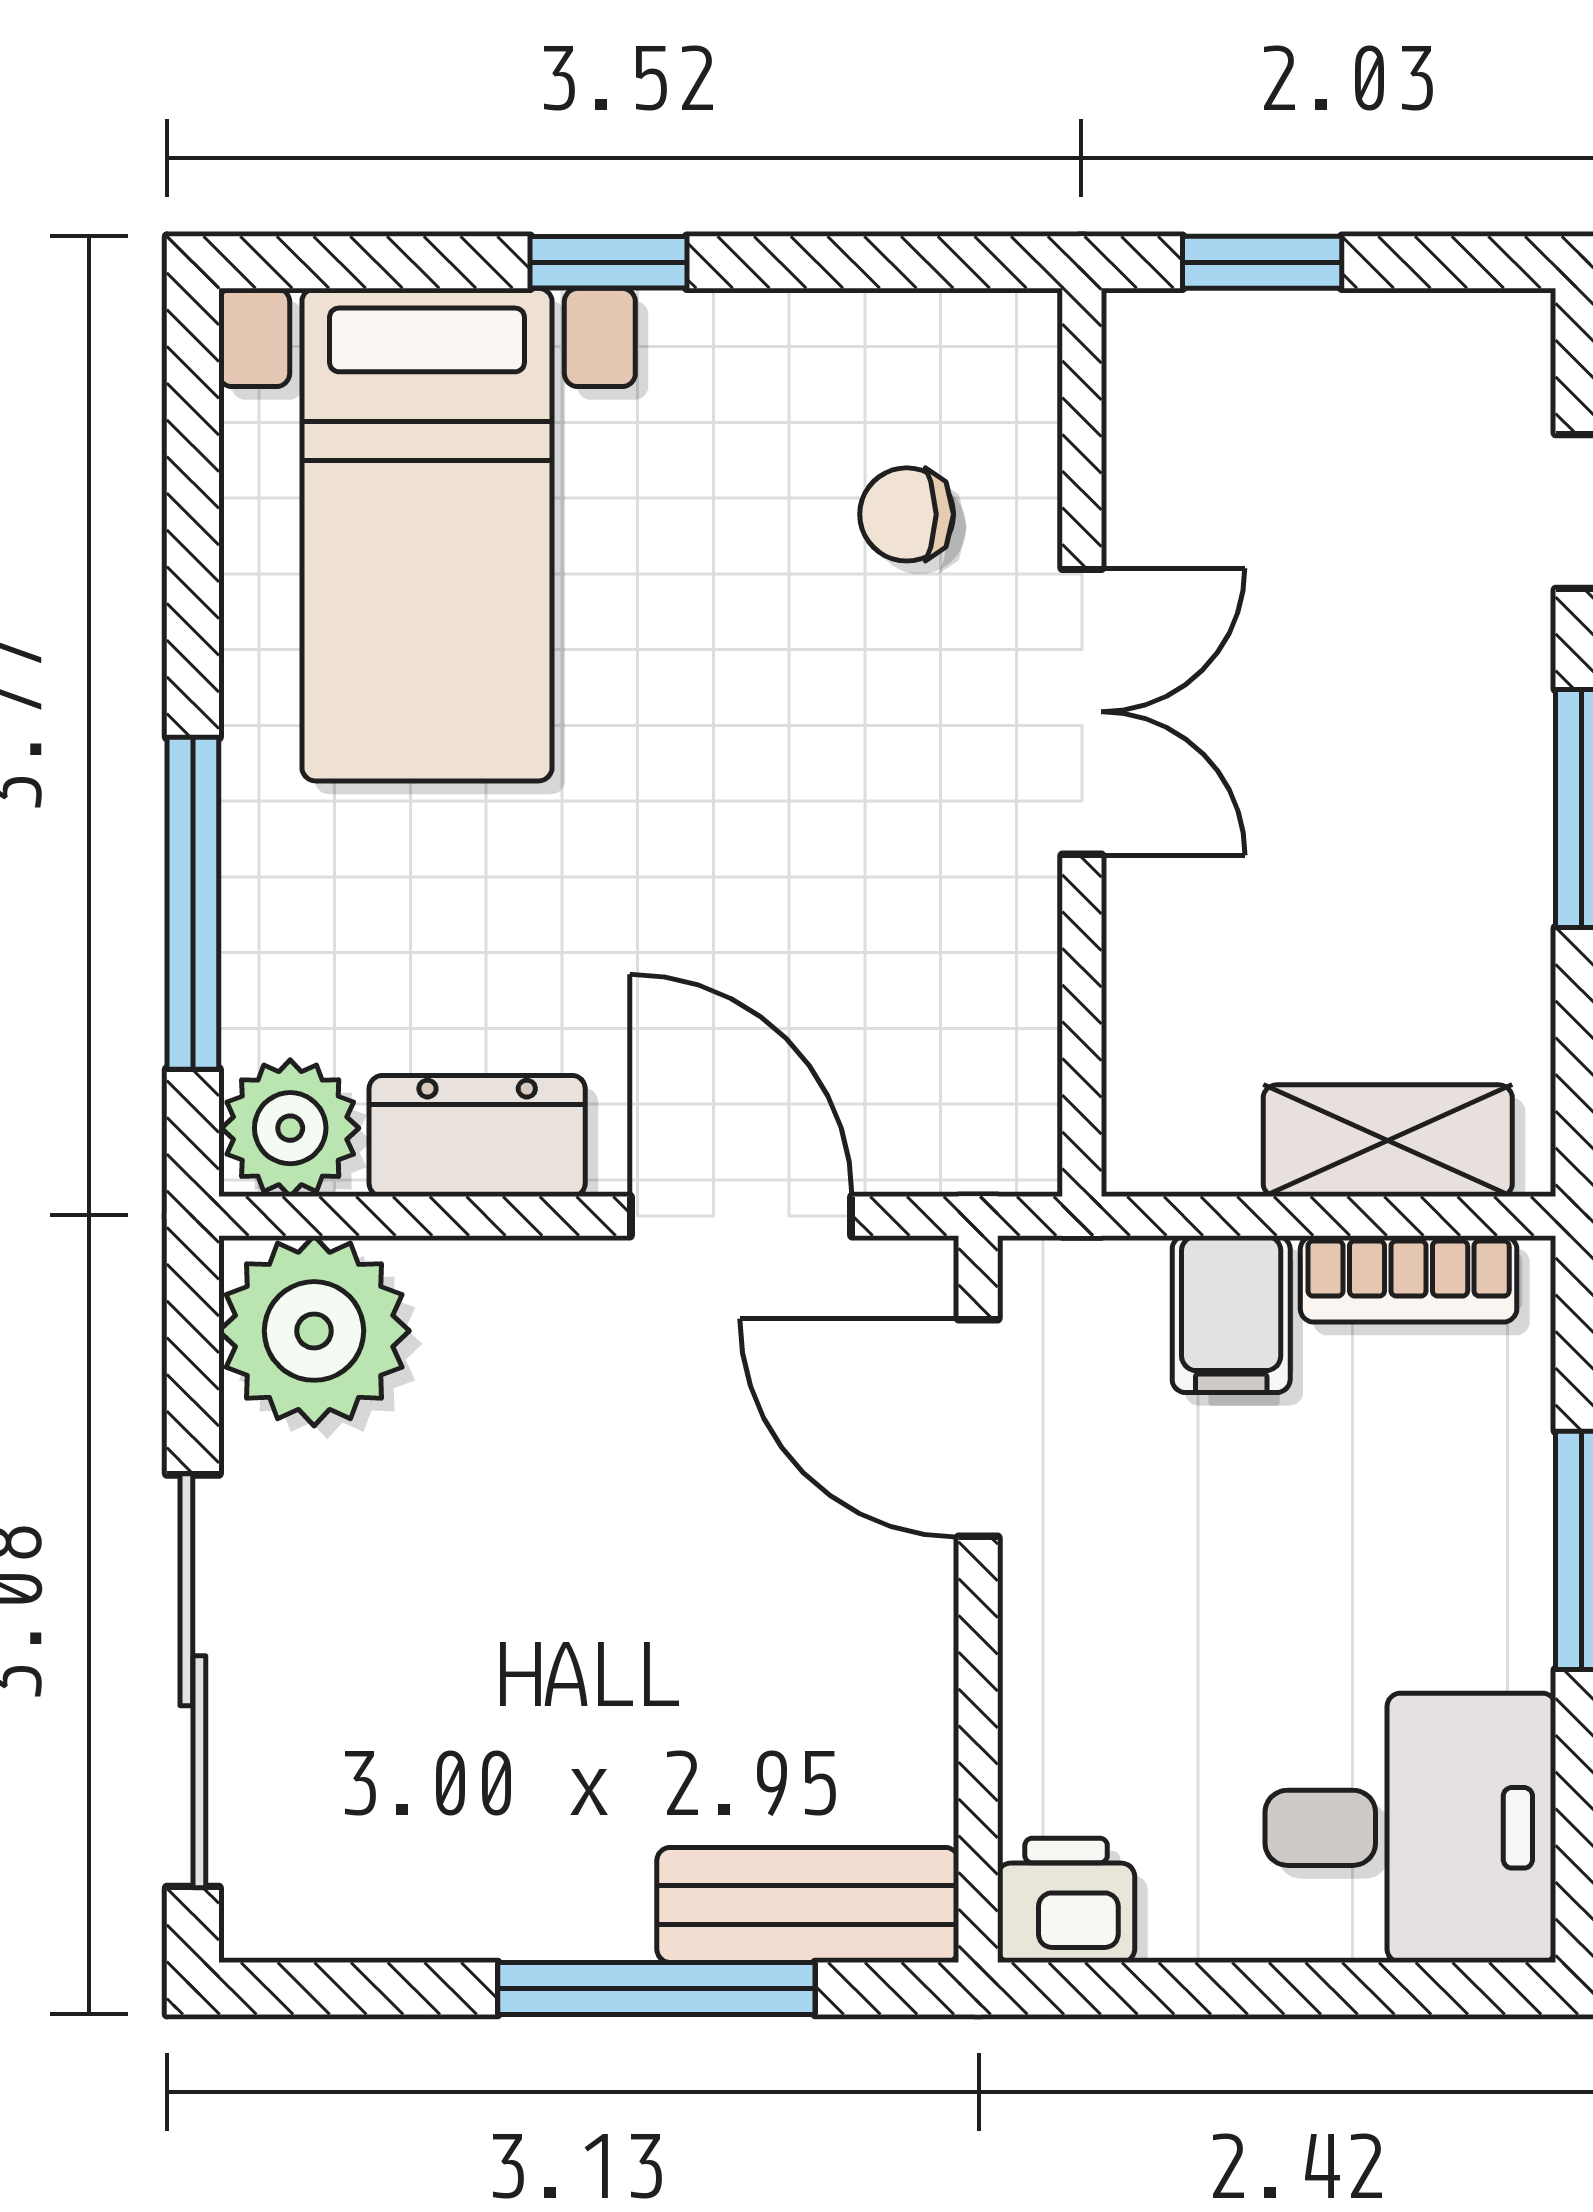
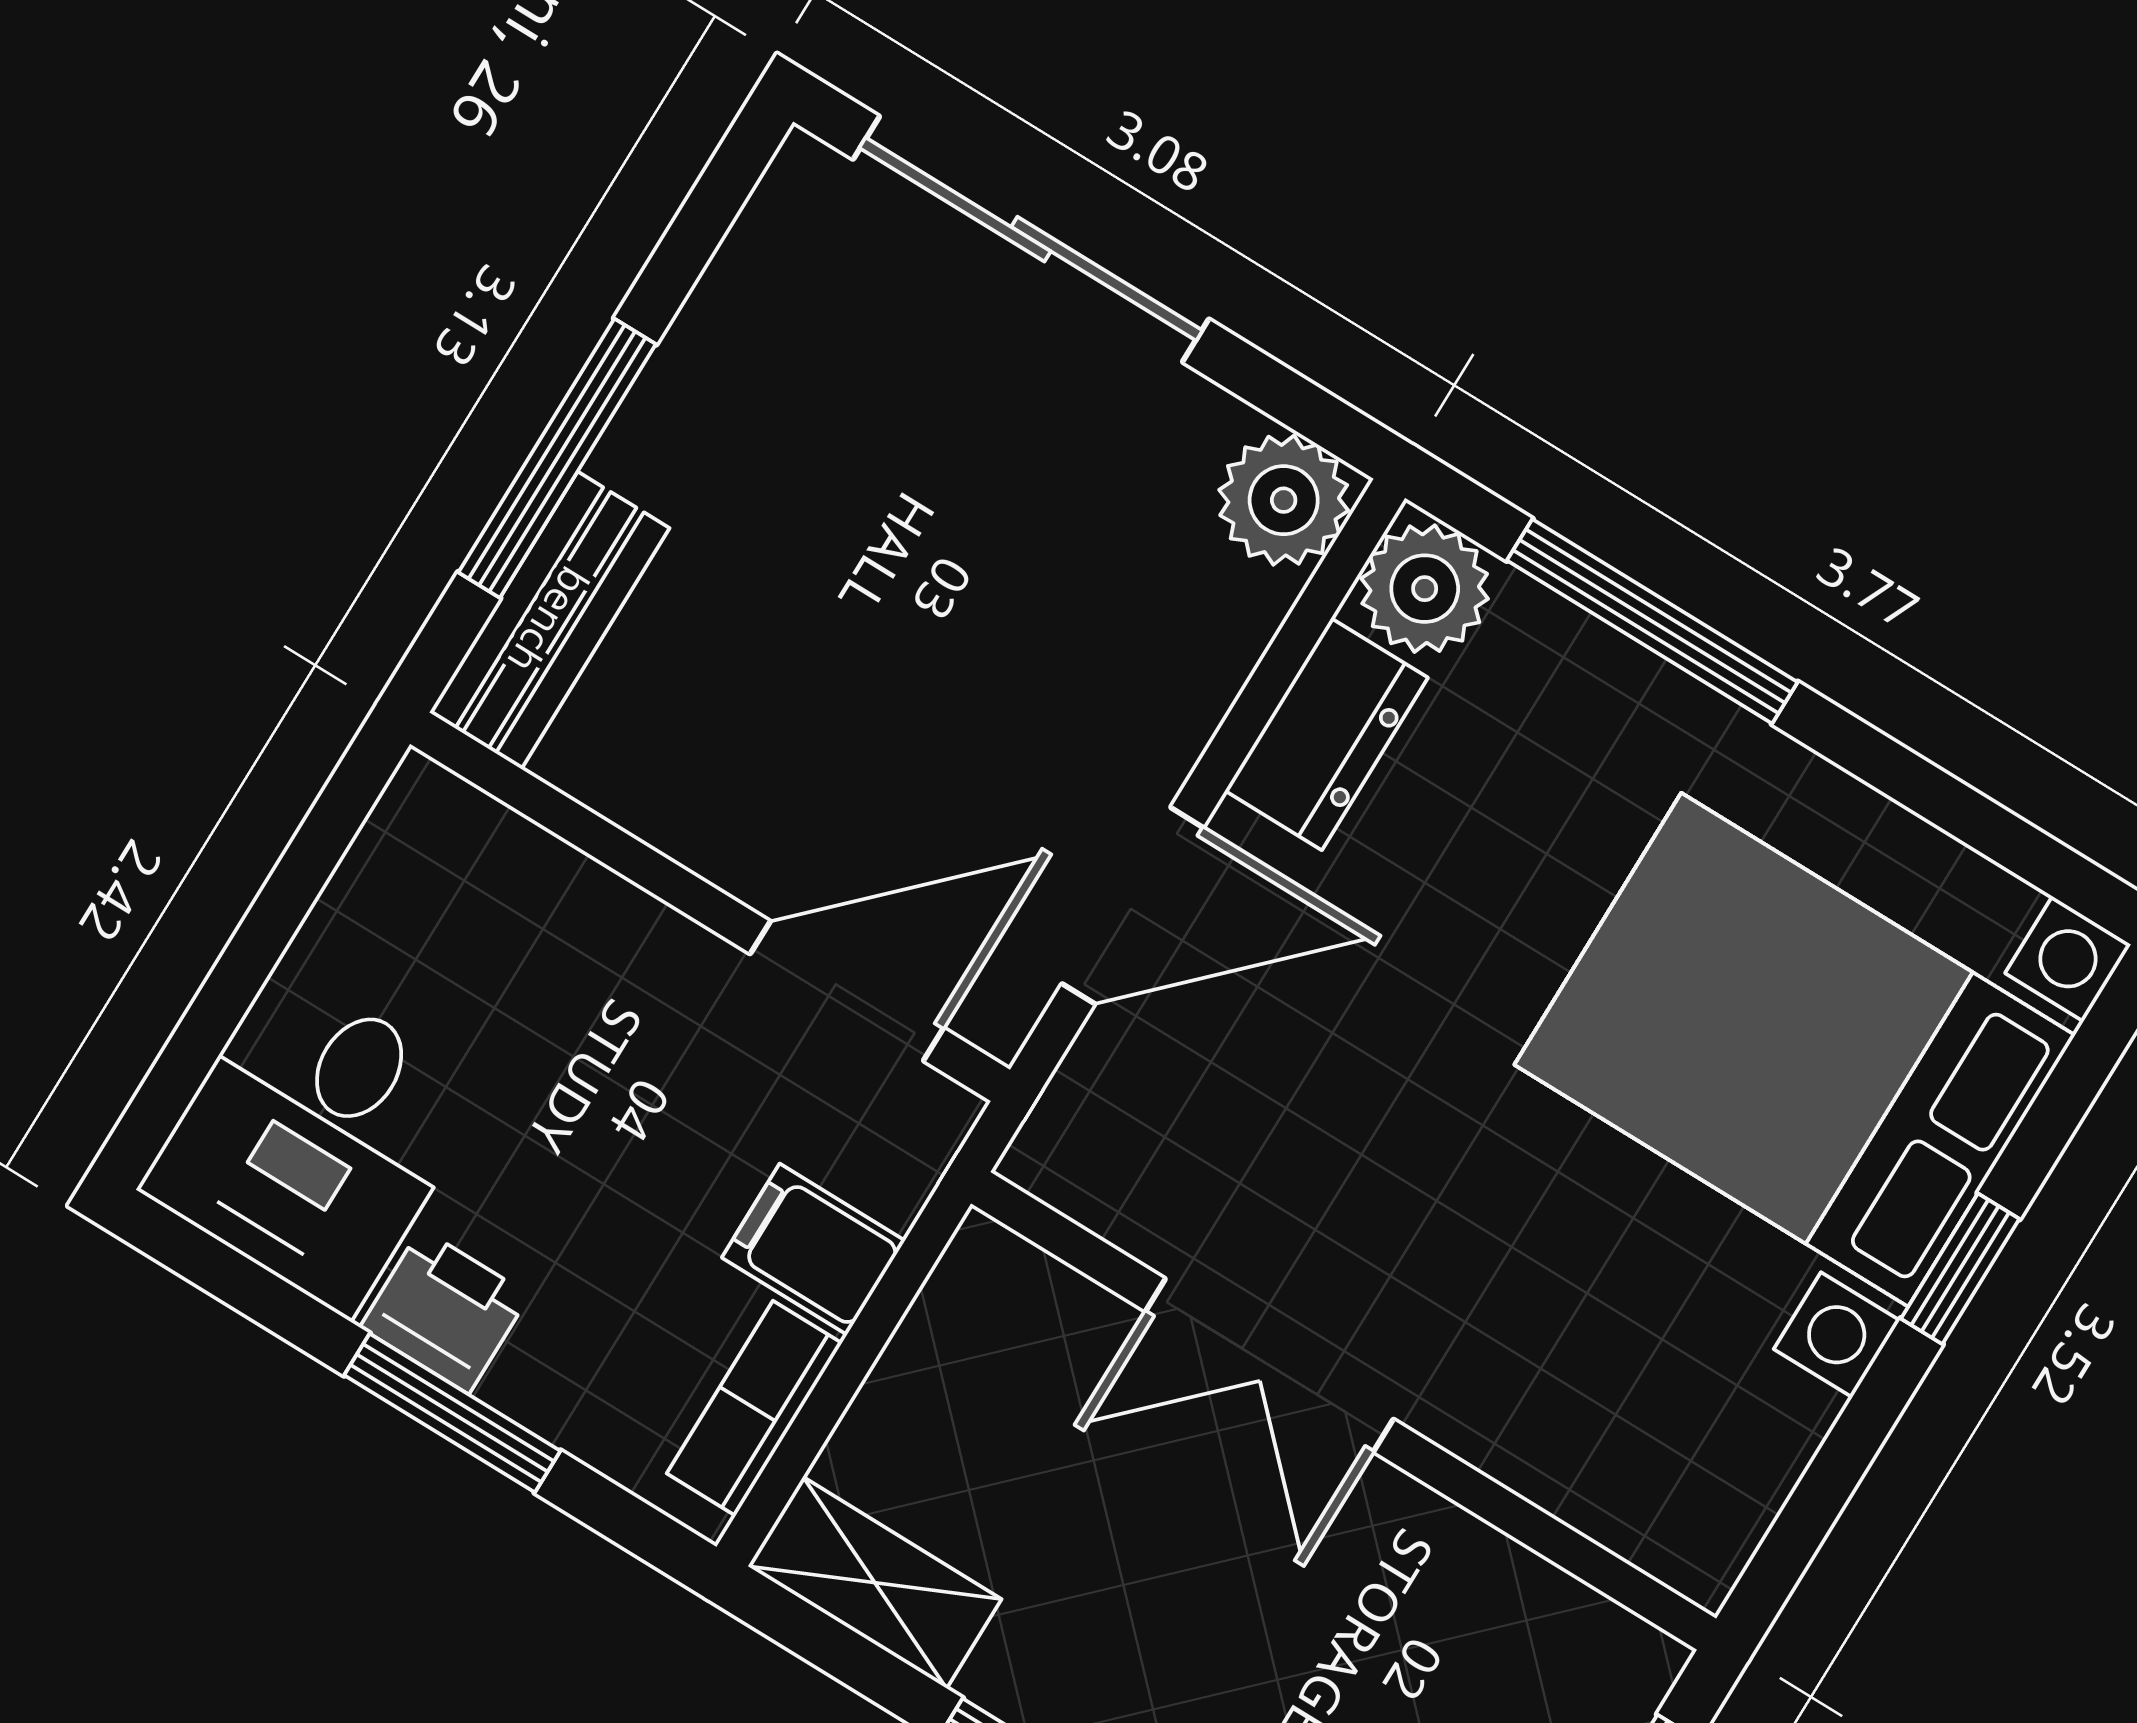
chair: (907, 514) -> (1612, 1383), removed
bed with nightstands: (427, 535) -> (1795, 1050), width x1.36
double door: (1082, 712) -> (1269, 1365), moved
shelving: (1388, 1141) -> (875, 1583), moved, turned 90
plant: (314, 1331) -> (1284, 500), width x0.73, depth x0.73
printer: (1066, 1900) -> (445, 1311), moved, turned -90

